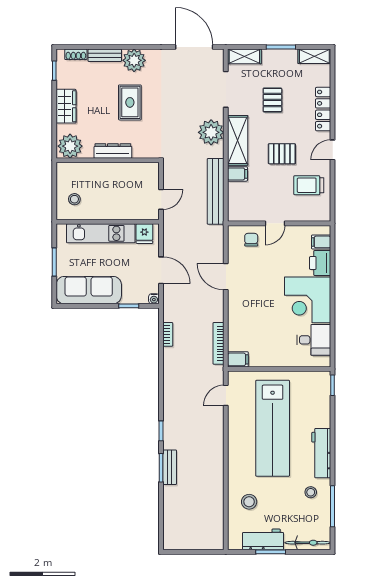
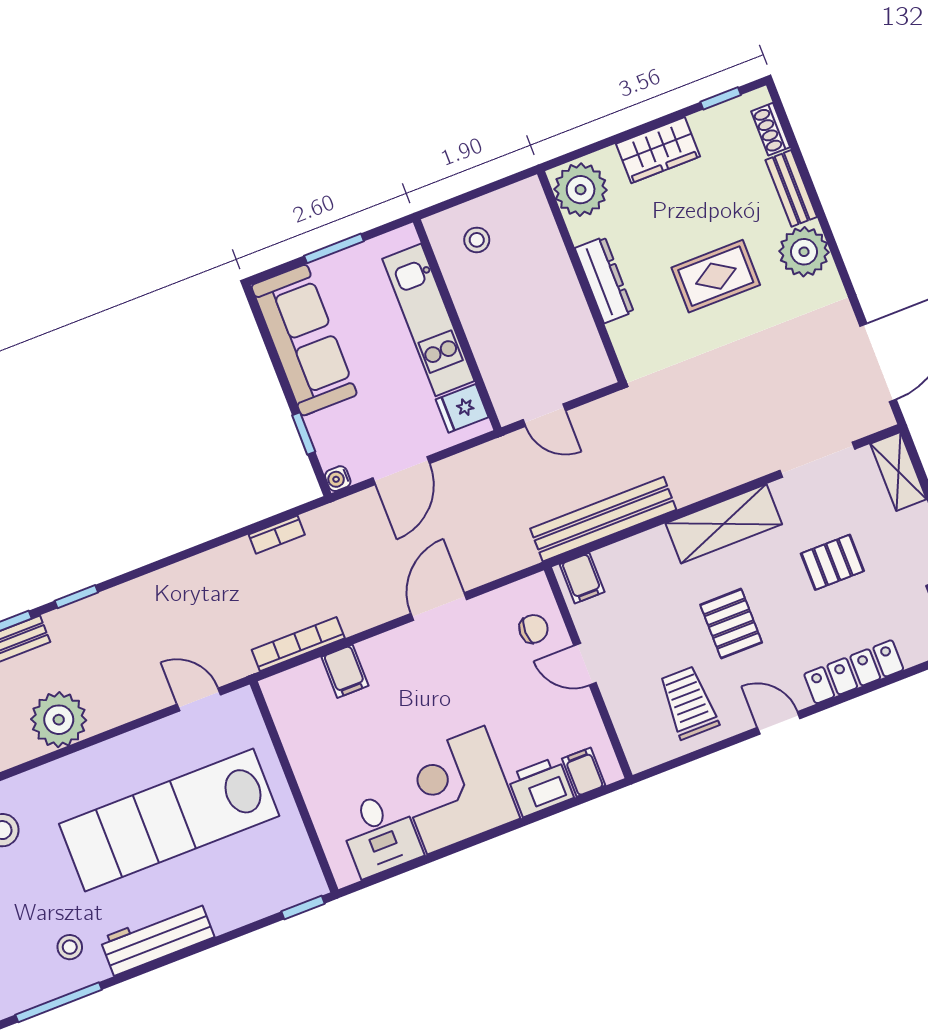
plant: (211, 132) -> (59, 720), moved
filing cabinet: (237, 174) -> (582, 578), moved
filing cabinet: (238, 359) -> (345, 671), moved

